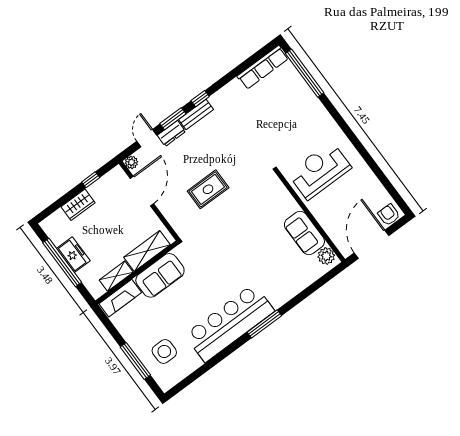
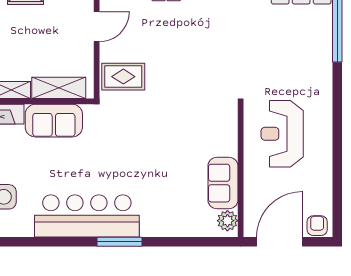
reception desk: (320, 171) -> (282, 134), turned -90
rug: (208, 189) -> (123, 77), moved
door: (142, 191) -> (97, 27), width x0.73

